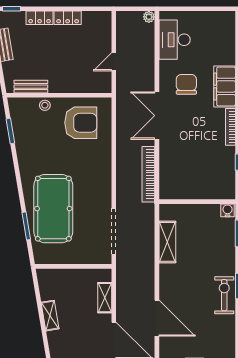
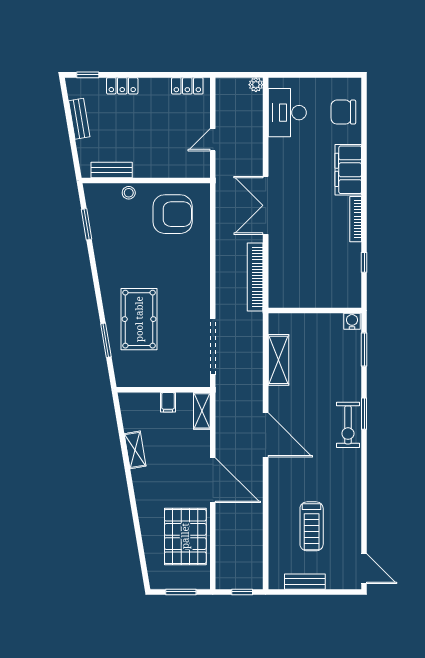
locker: (68, 18) -> (187, 86), moved
chair: (186, 84) -> (343, 112), moved, turned -90
pool table: (53, 209) -> (139, 319), width x0.73, depth x0.76
filing cabinet: (77, 277) -> (168, 402), added
exercise bike: (224, 295) -> (348, 425), turned 180
shelving: (105, 298) -> (202, 411), moved
door: (157, 318) -> (266, 435), moved

